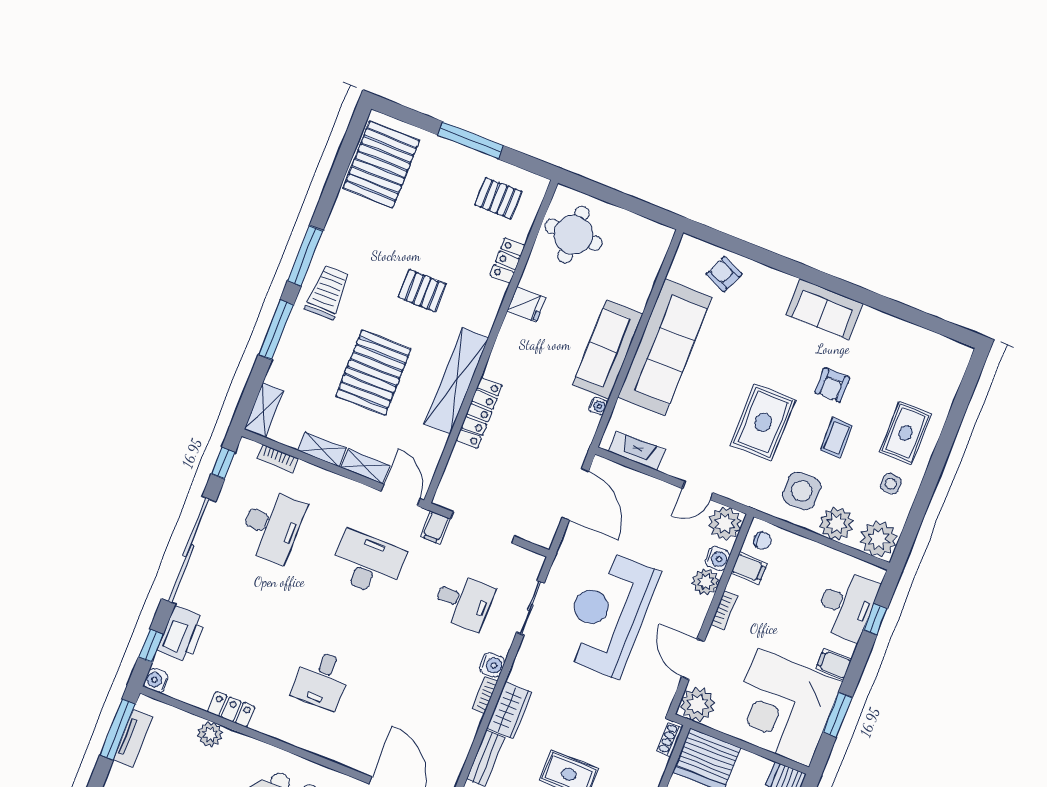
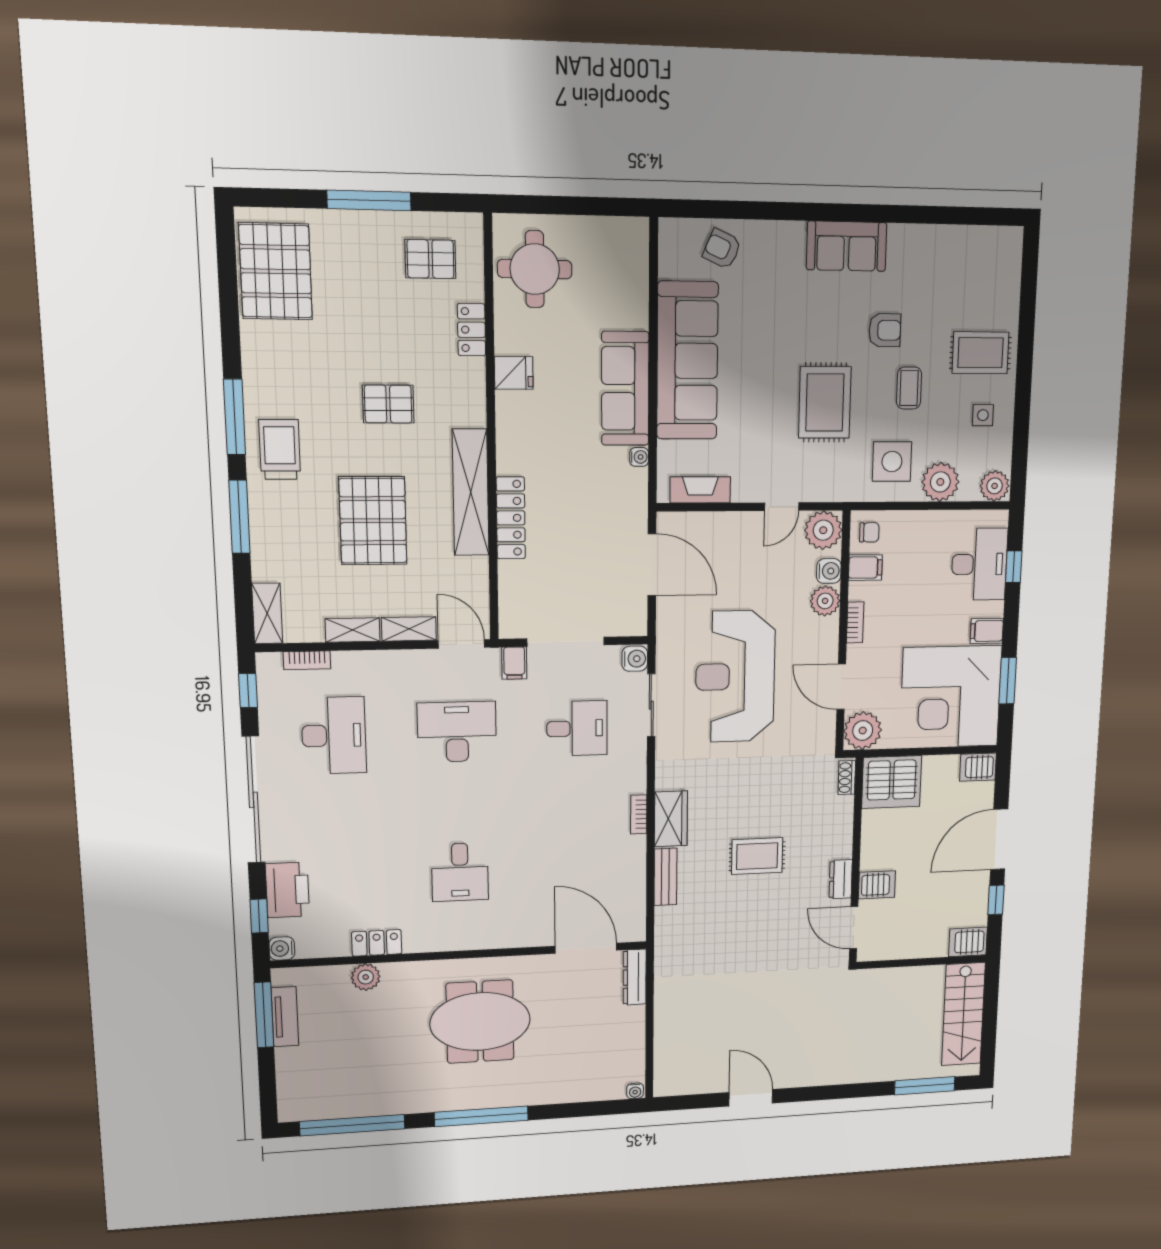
armchair: (832, 385) -> (885, 330), turned -90
rug: (906, 433) -> (980, 353), turned 90
plant: (879, 539) -> (995, 486), width x0.73, depth x0.73
water cooler: (492, 665) -> (635, 659), moved

